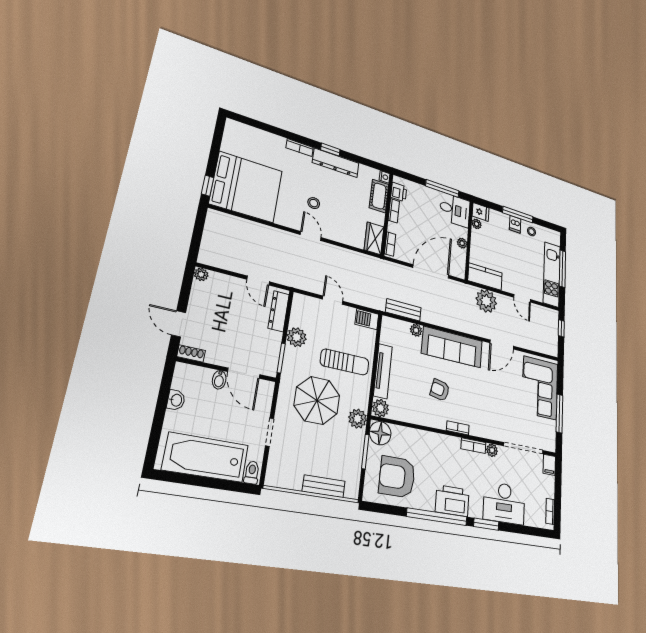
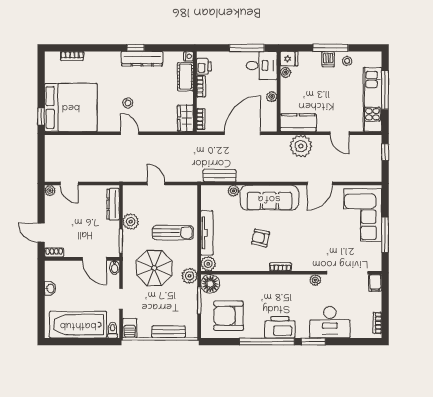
bookcase: (300, 148) -> (72, 56), moved
door: (258, 281) -> (69, 184), moved
barbecue: (367, 319) -> (130, 328), moved, turned -90
bidet: (219, 380) -> (115, 268), moved
bookcase: (473, 446) -> (297, 279), removed

